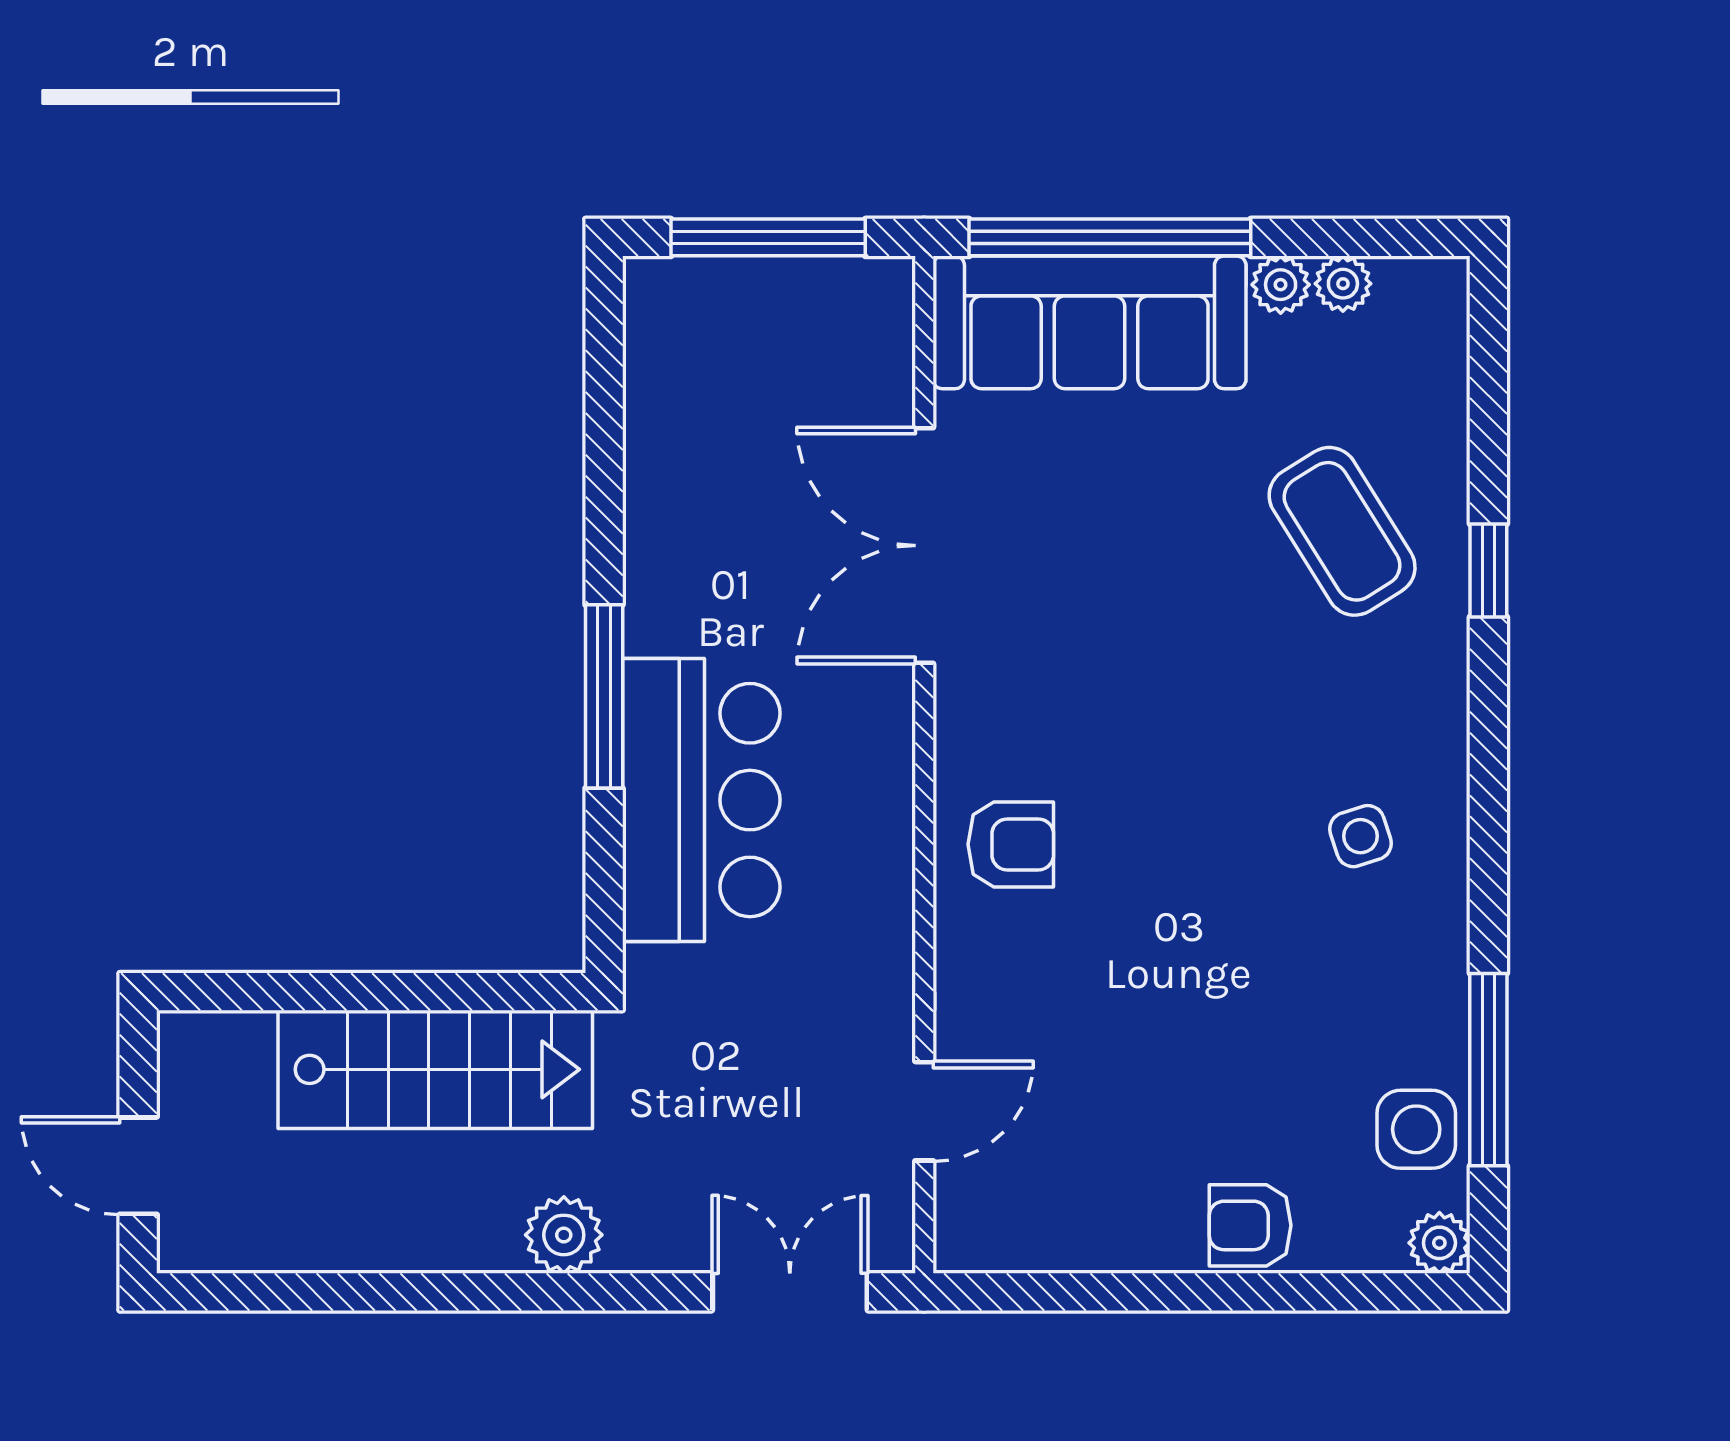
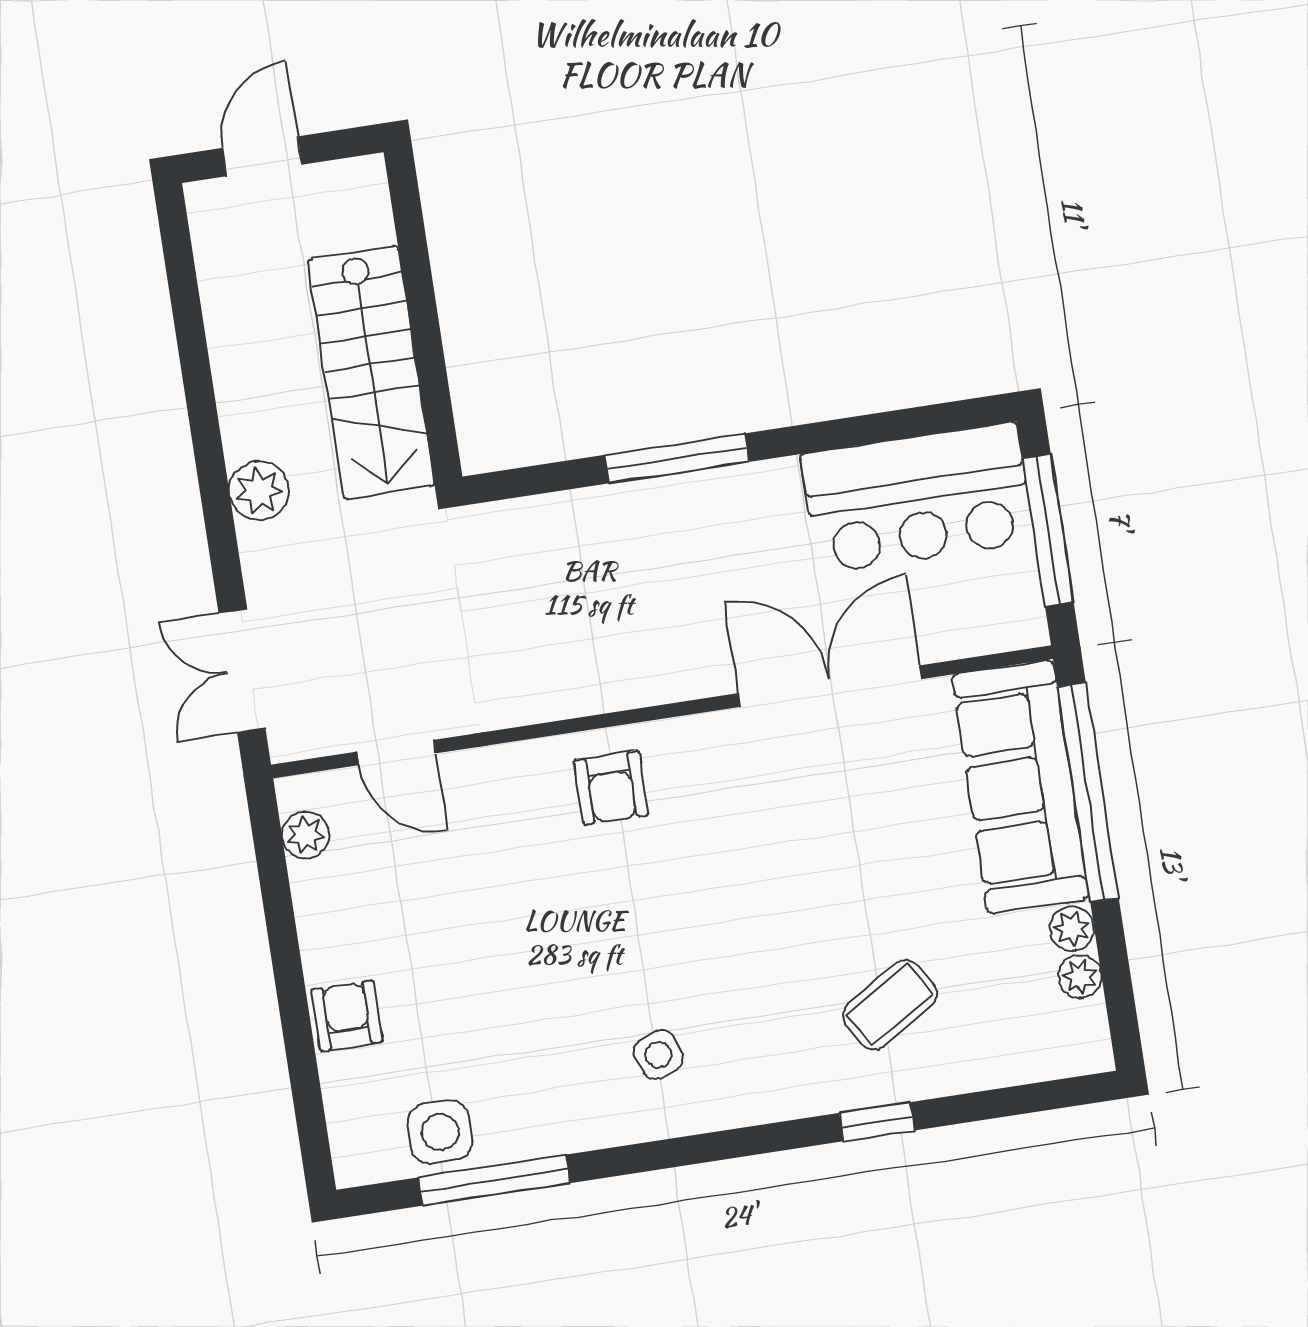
coffee table: (1342, 531) -> (890, 1005), width x0.73, depth x0.77
bar counter: (701, 800) -> (917, 498), moved
plant: (1439, 1243) -> (306, 835), moved
double door: (790, 1292) -> (242, 671), swing flipped

